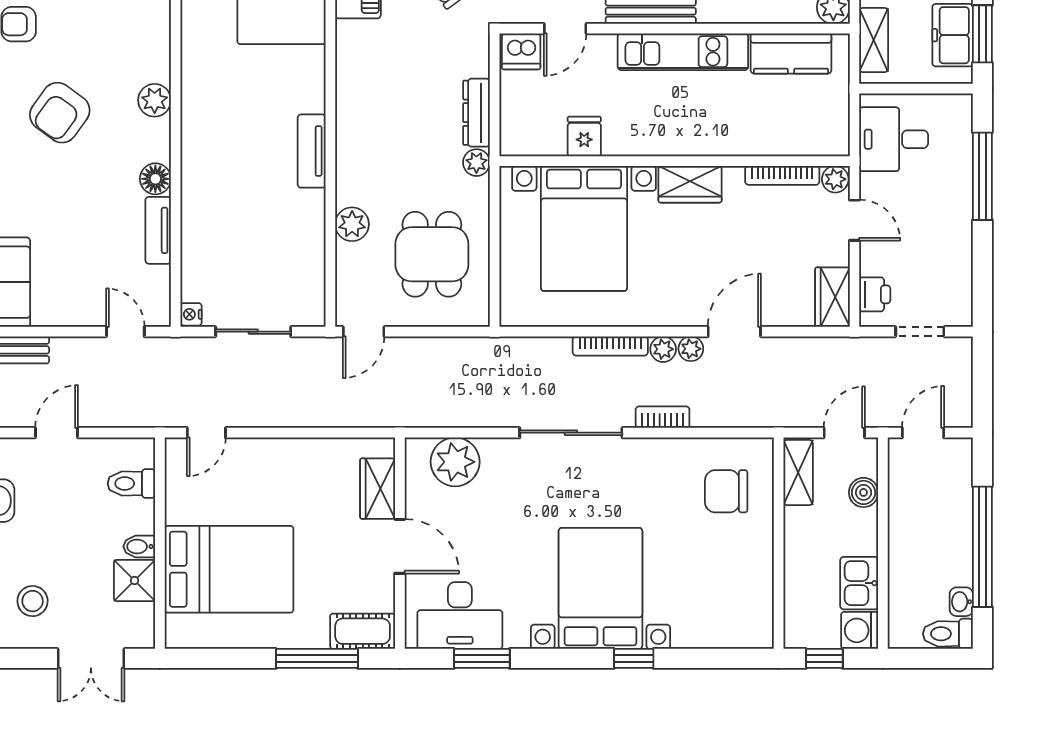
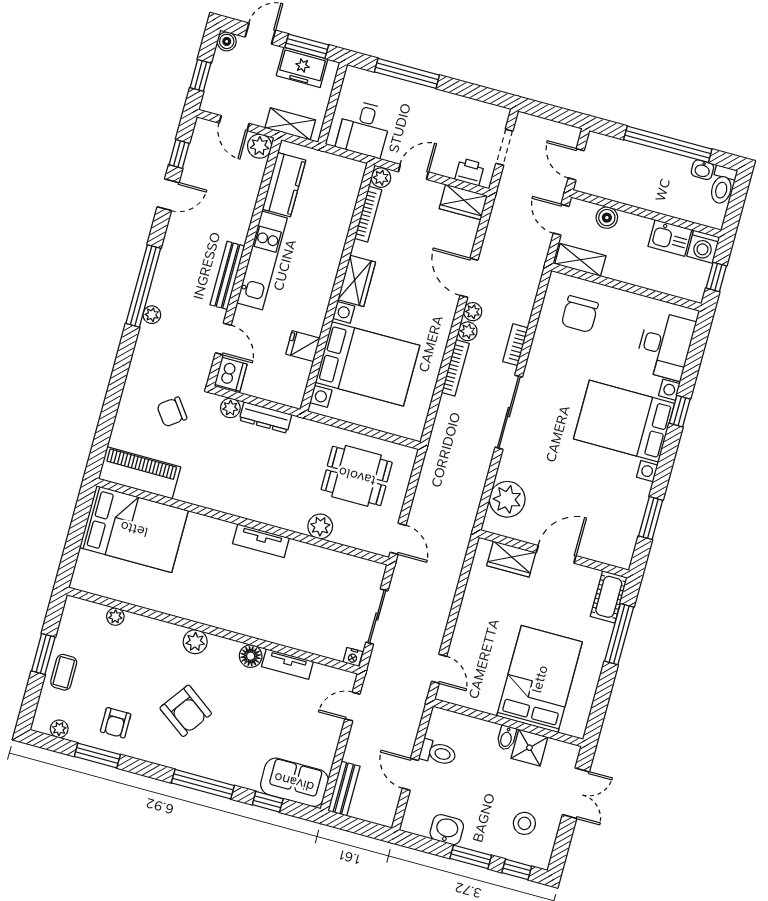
plant: (476, 163) -> (230, 408), moved
toilet: (131, 483) -> (438, 753), moved, turned -90
desk: (460, 615) -> (665, 346), moved

